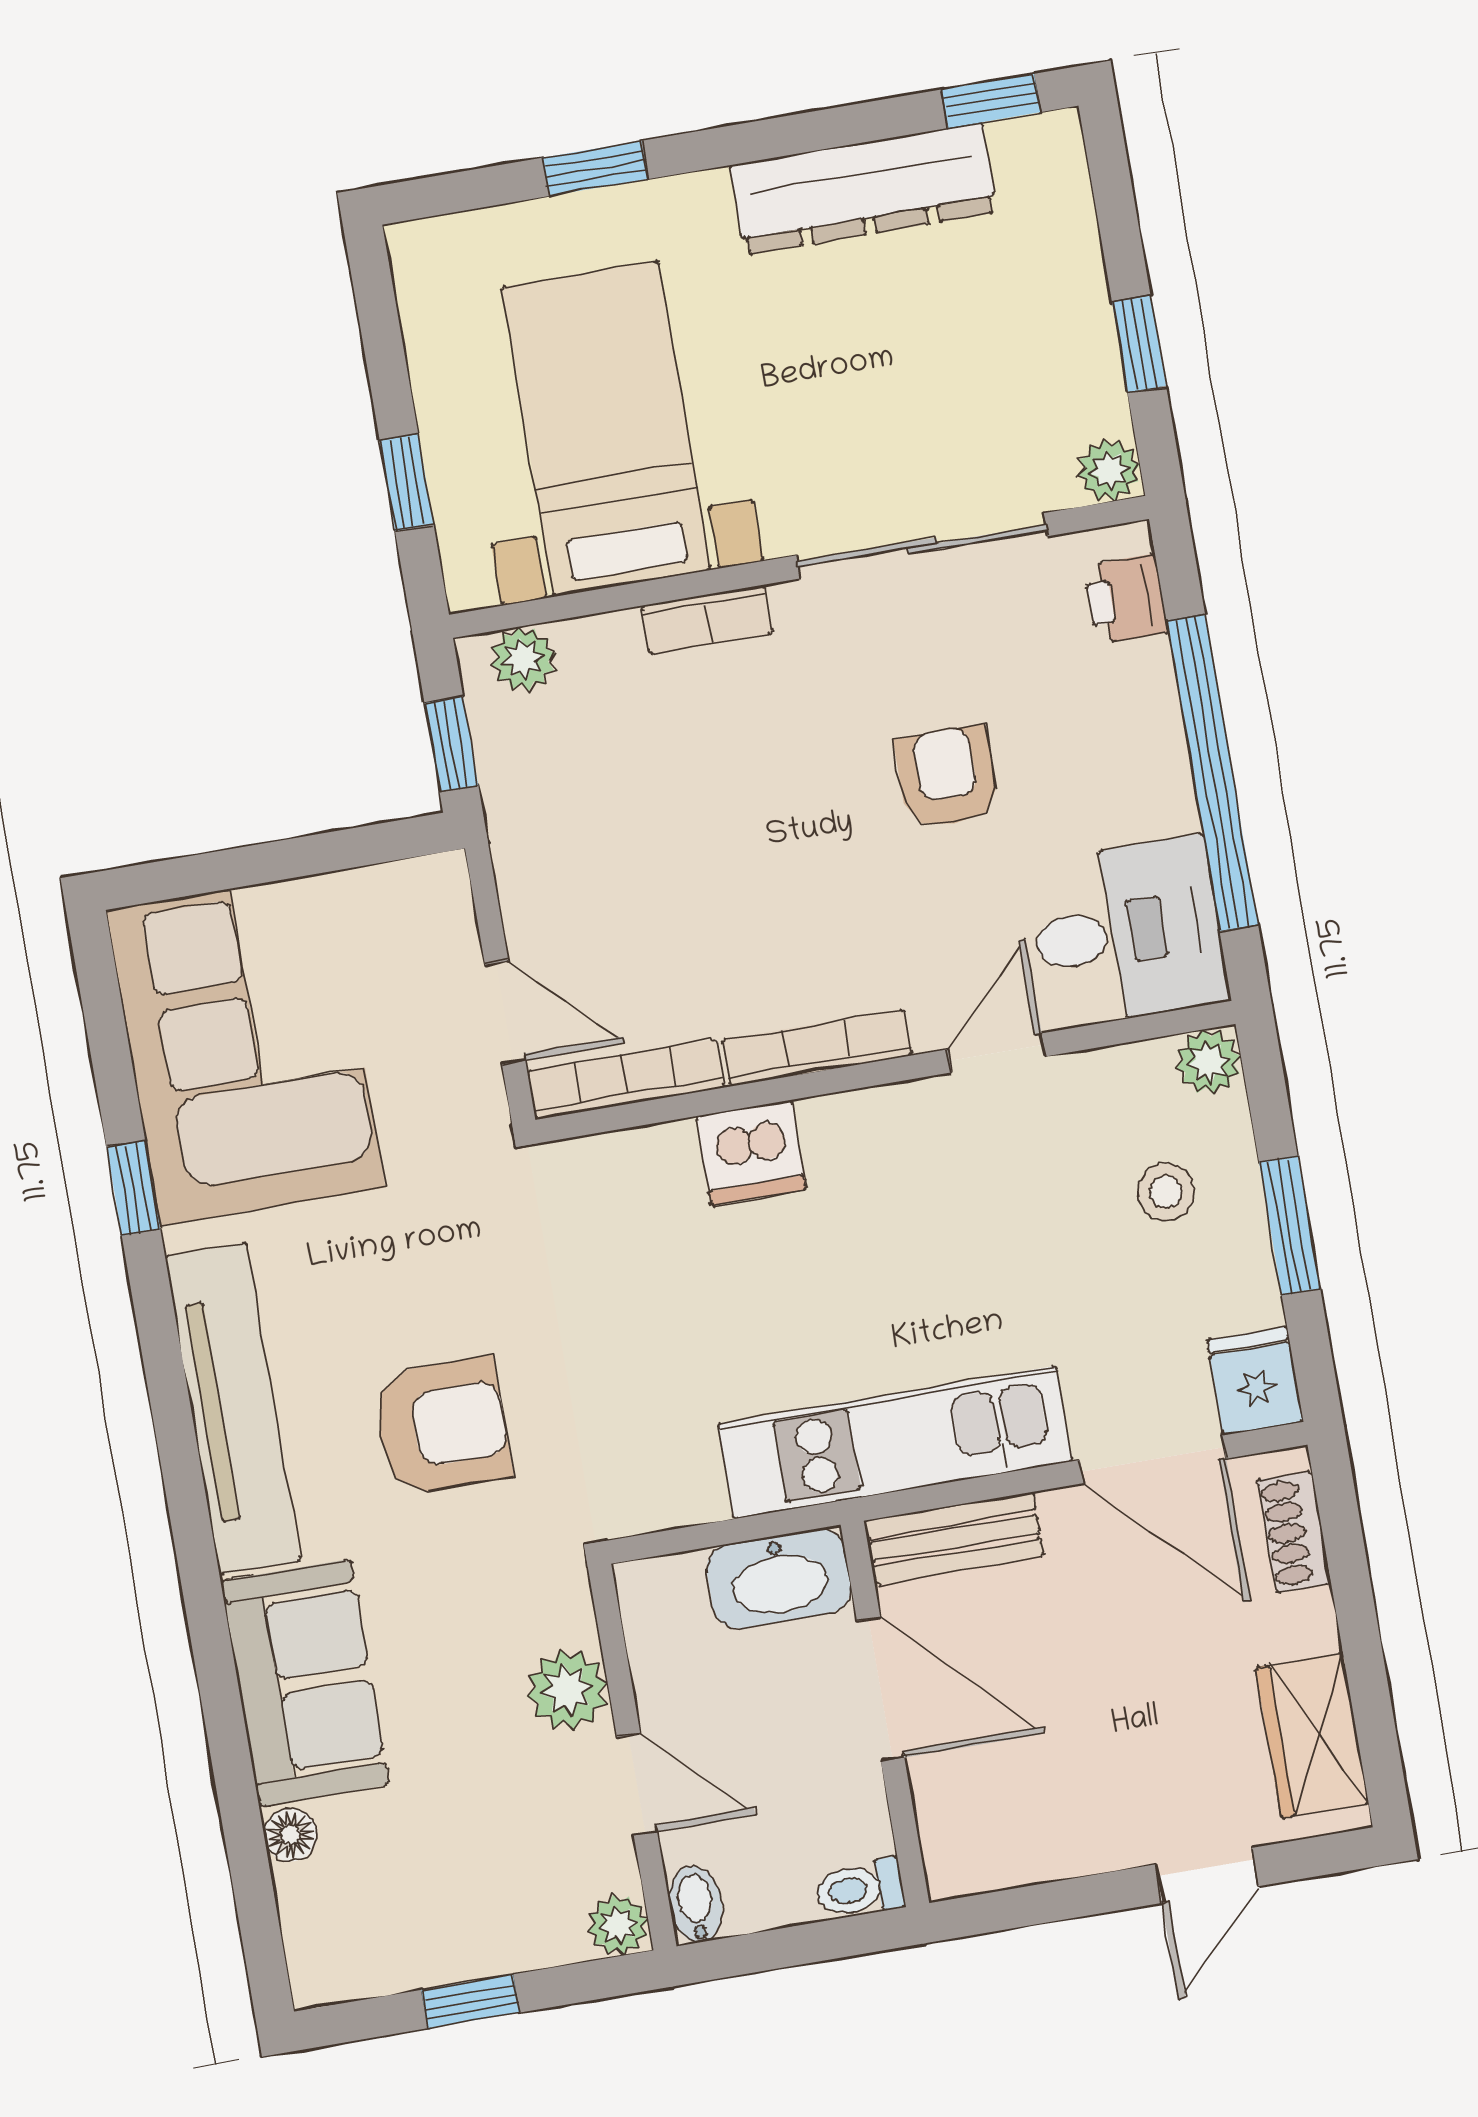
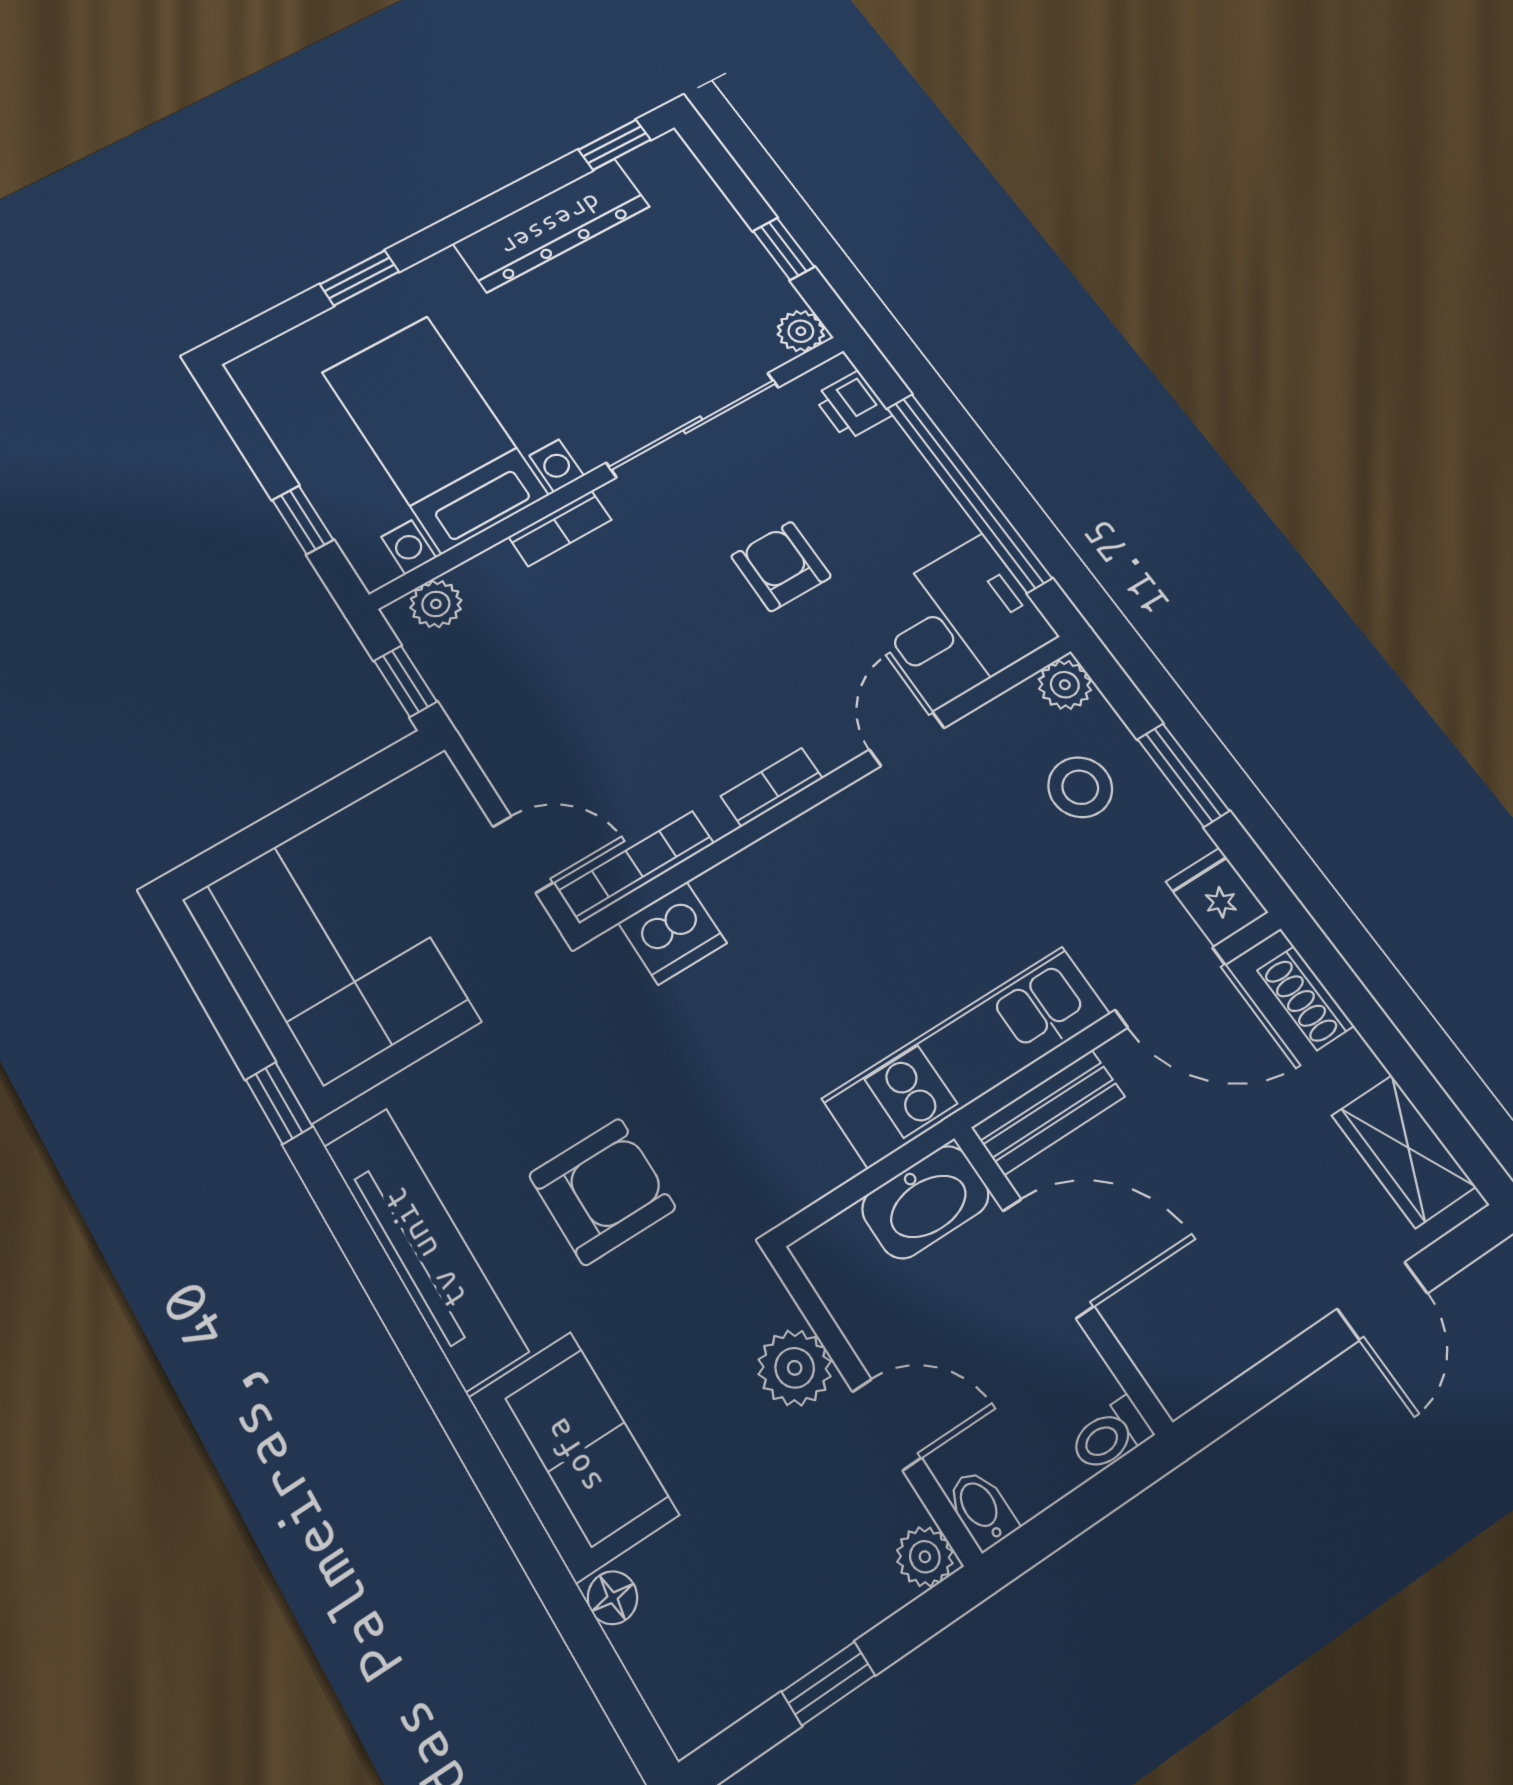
bookcase: (817, 1048) -> (772, 787), width x0.64
dishwasher: (751, 1153) -> (672, 933), moved
stool: (1166, 1192) -> (1080, 787), width x1.37, depth x1.37

